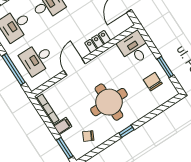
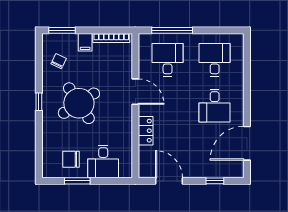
desk: (134, 48) -> (103, 161), moved, turned 90
chair: (153, 82) -> (71, 159), turned 180
round table: (109, 102) -> (79, 103), turned -33

